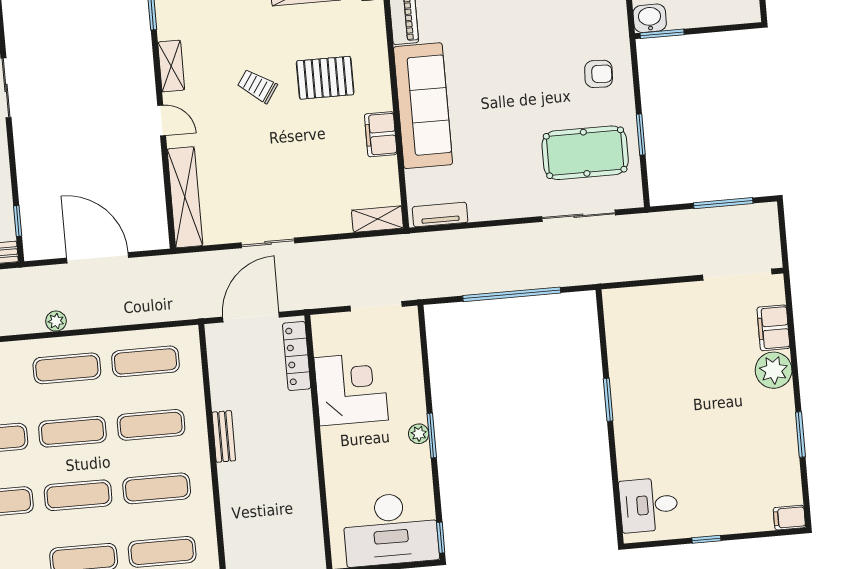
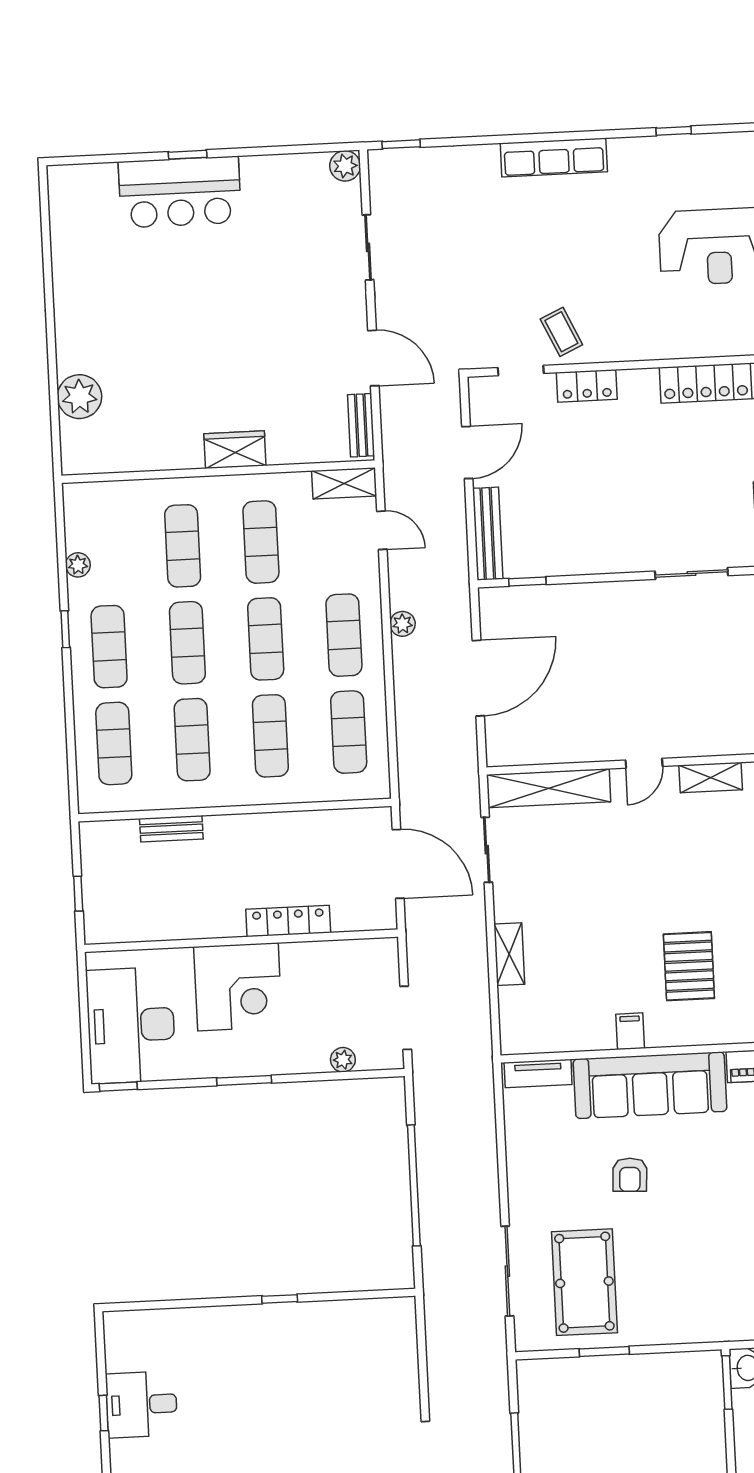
armchair: (599, 74) -> (630, 1175), moved
trolley: (257, 86) -> (682, 882), removed
filing cabinet: (381, 134) -> (630, 1031), width x0.50
tv unit: (440, 215) -> (538, 1073), moved, turned 90
shelving: (377, 219) -> (509, 954), moved
sliding door: (268, 243) -> (487, 850), moved
locker: (297, 356) -> (288, 921), moved
corner desk: (351, 389) -> (238, 987), moved
window: (608, 400) -> (280, 1299), width x0.67
plant: (419, 434) -> (343, 1060), moved
bench: (224, 436) -> (171, 829), moved
desk: (649, 505) -> (142, 1404), moved, turned -90

